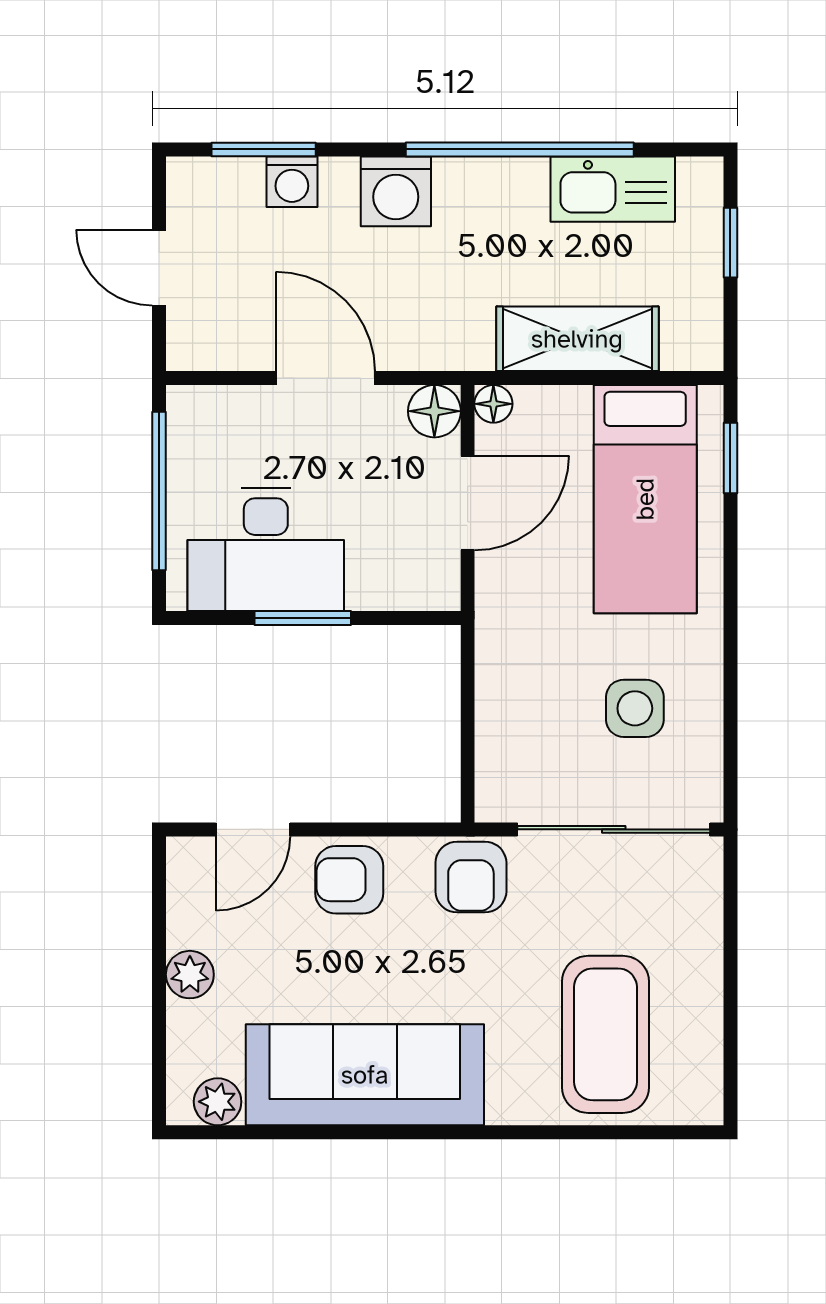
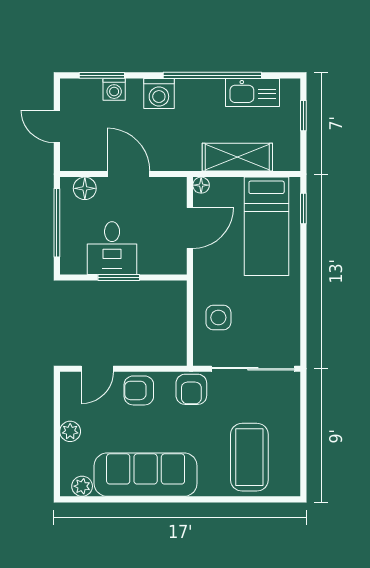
floor lamp: (434, 411) -> (85, 188), moved
desk: (266, 550) -> (112, 248), width x0.73
side table: (635, 708) -> (218, 317), moved

